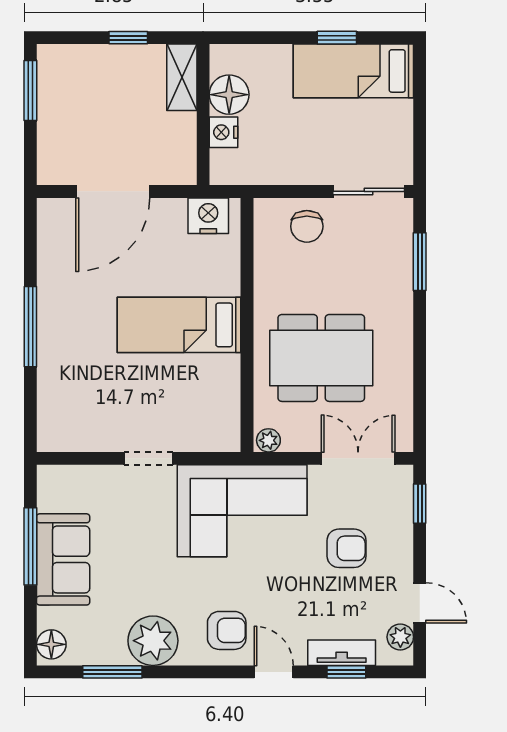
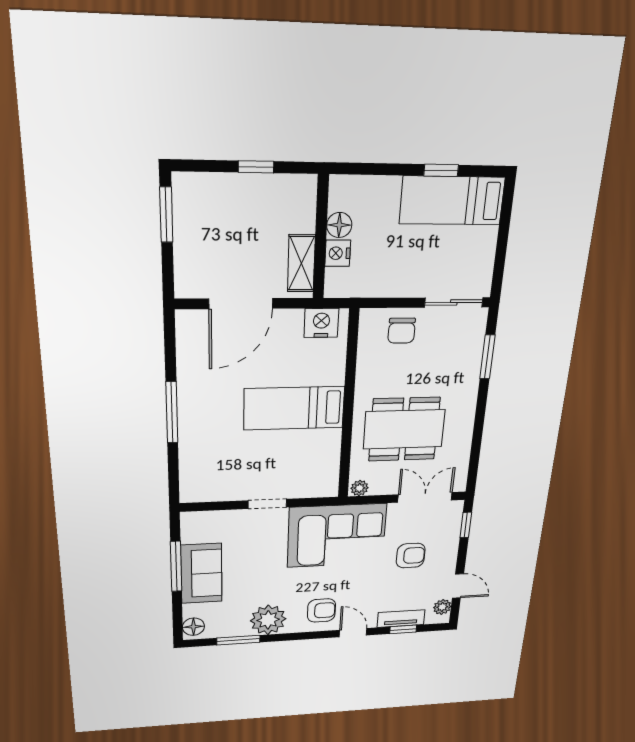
shelving: (182, 77) -> (301, 263), moved
floor lamp: (229, 95) -> (339, 225), width x0.73, depth x0.73

